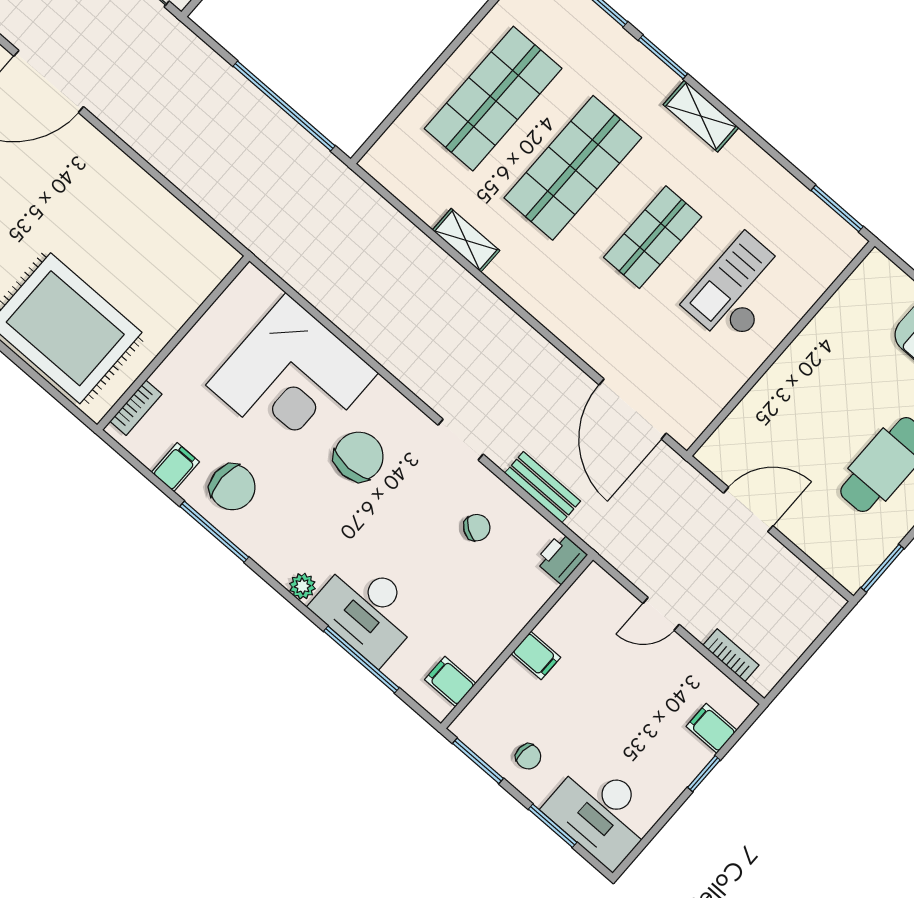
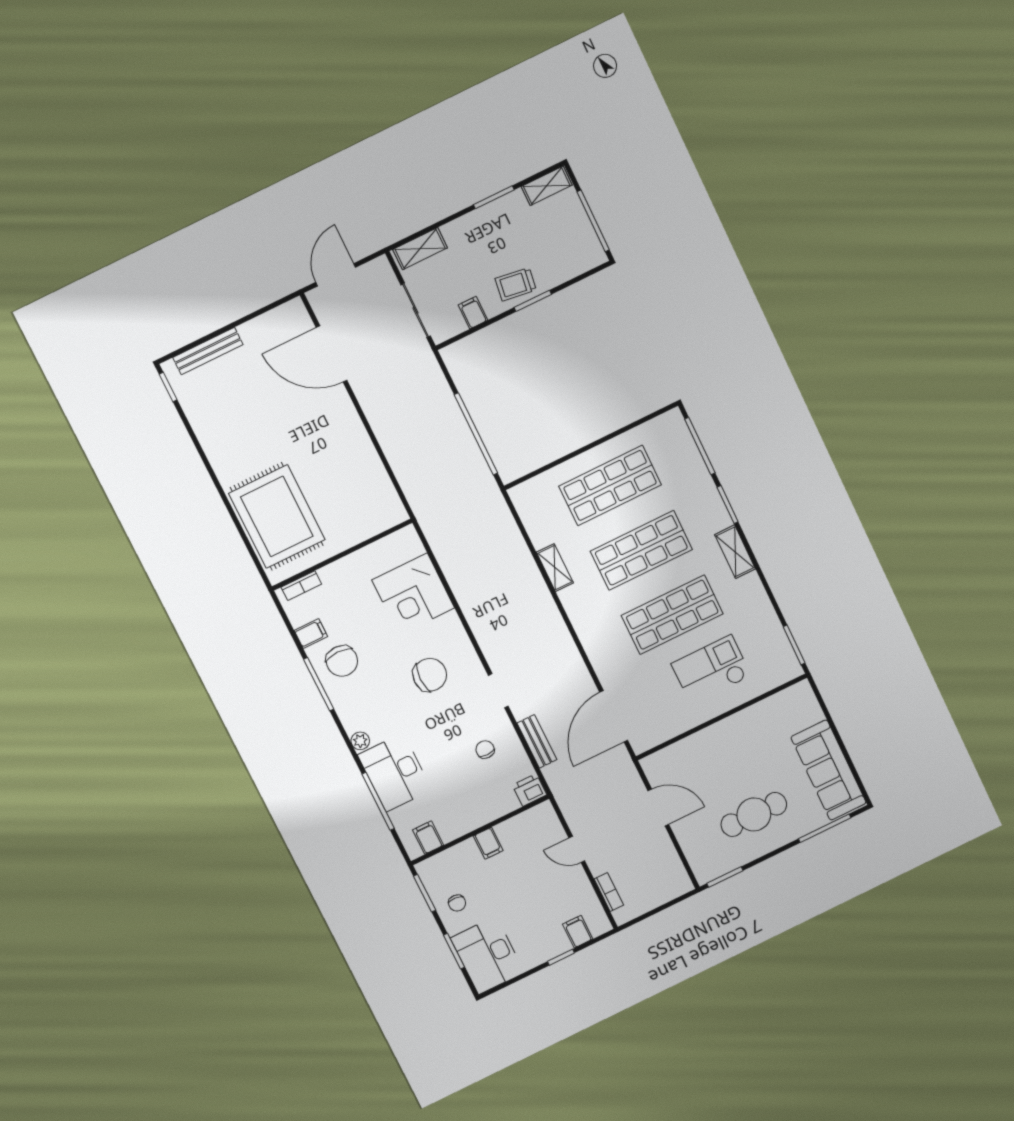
shop shelf: (653, 237) -> (672, 615), width x1.43, depth x1.36
corner desk: (292, 379) -> (413, 594), width x0.74, depth x0.74
chair: (477, 528) -> (485, 749), turned -124

